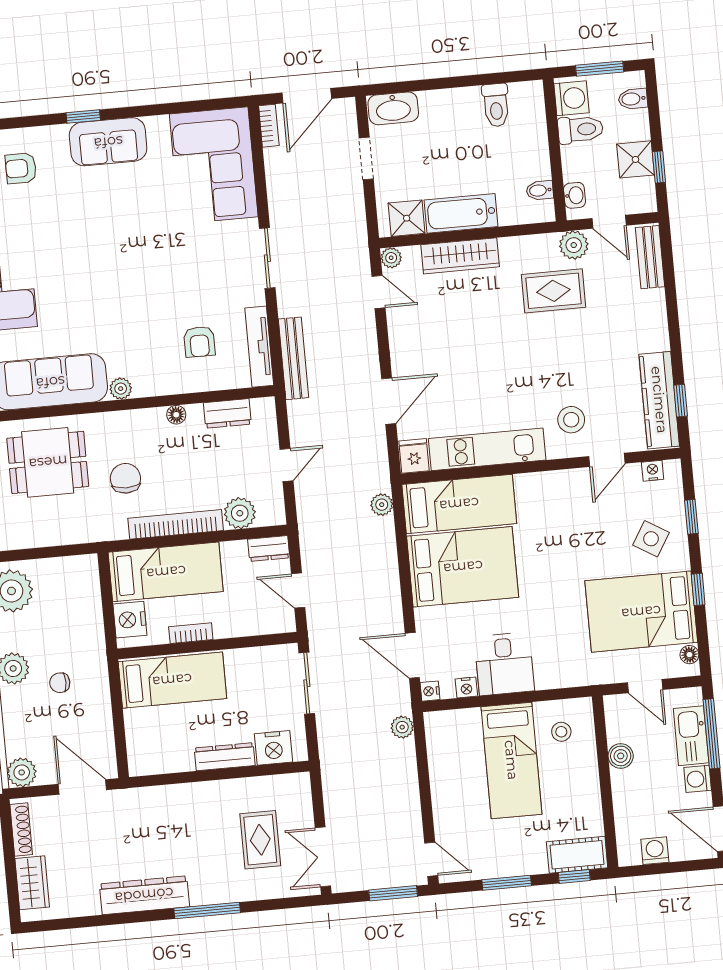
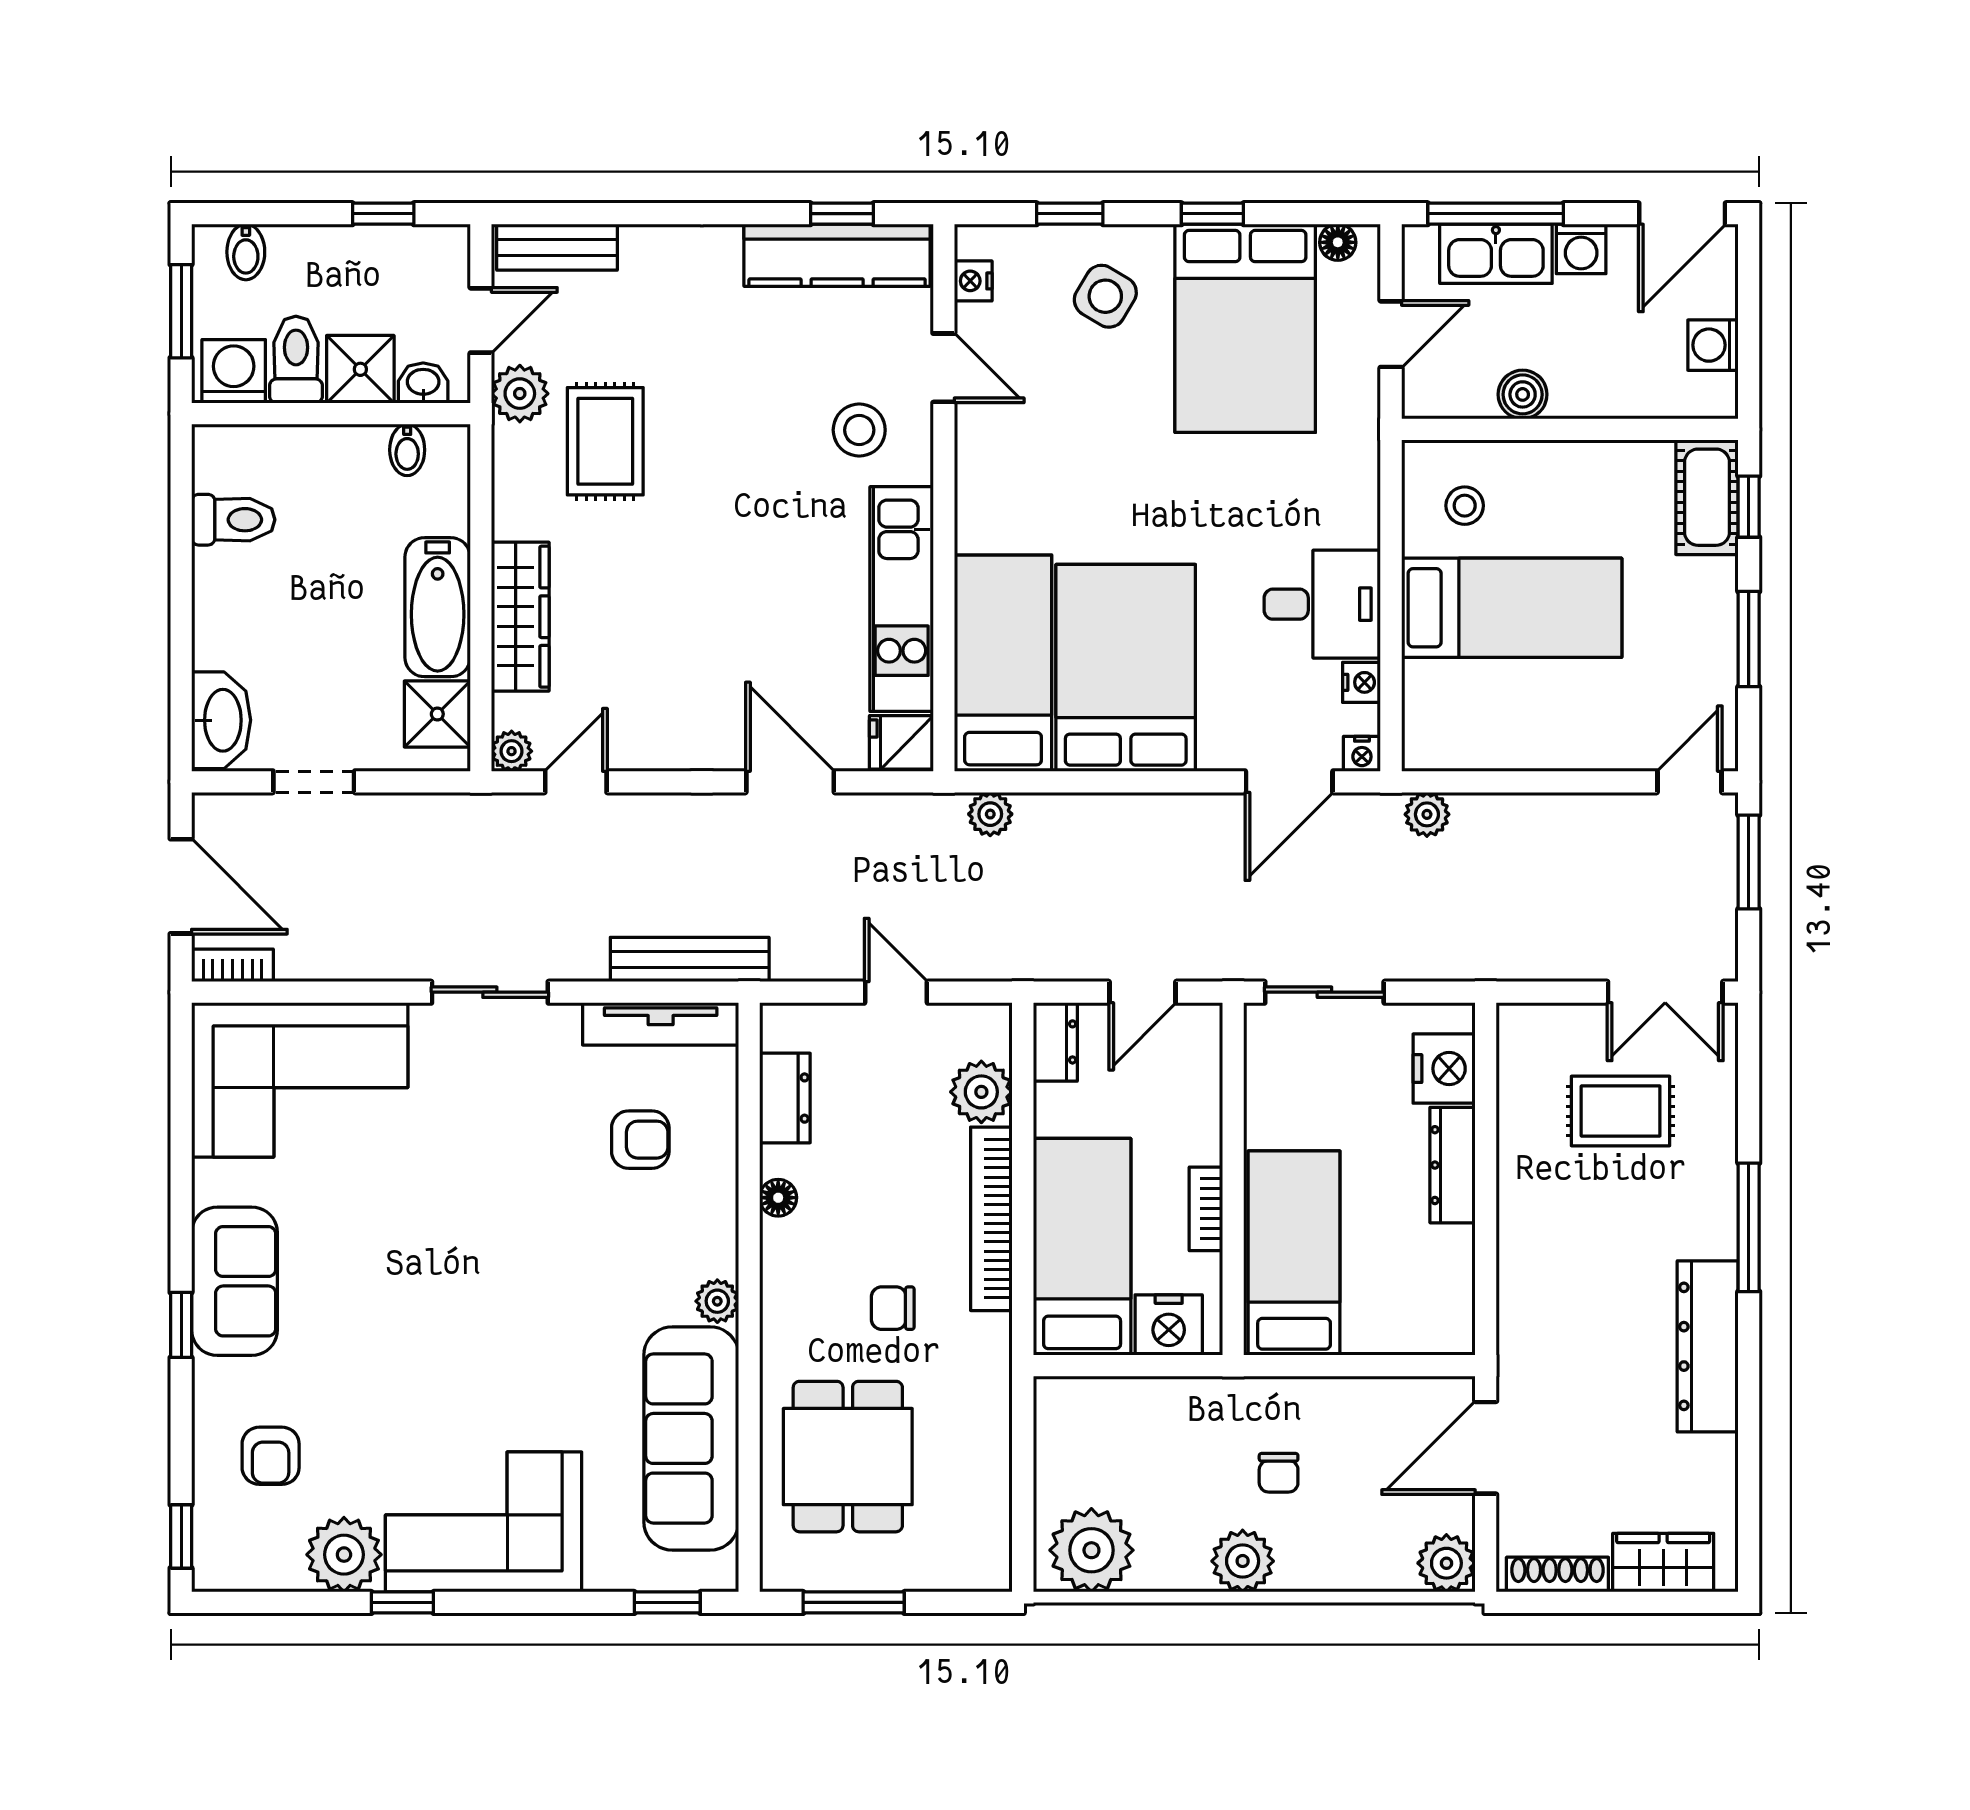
shower: (635, 159) -> (360, 369), moved
chair: (125, 478) -> (893, 1308), width x0.73, depth x0.73

